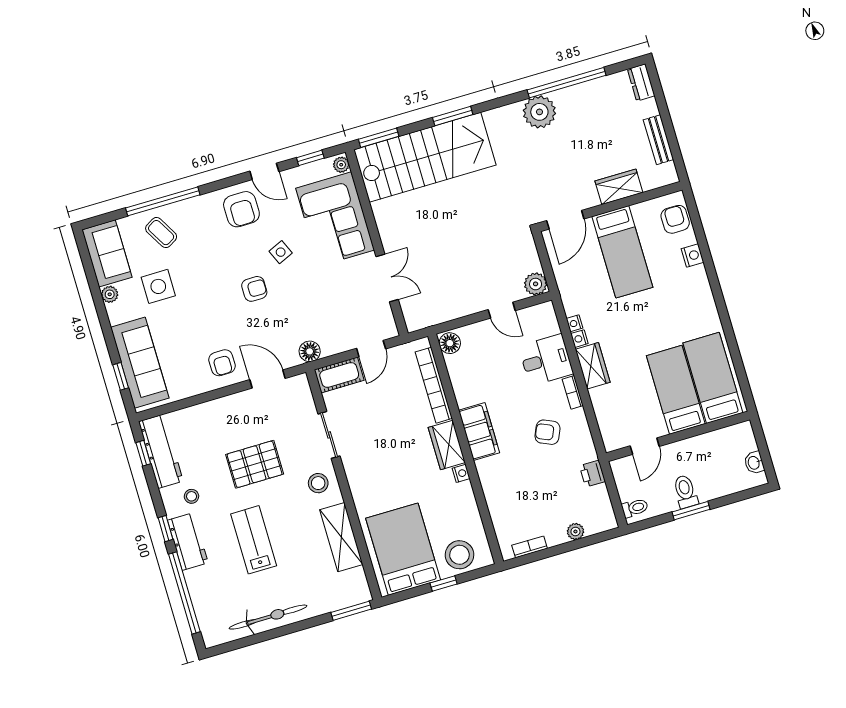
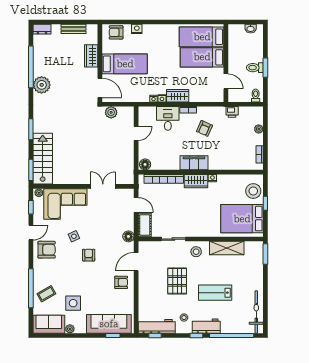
stairs: (425, 157) -> (43, 159), width x0.73, depth x0.66
plant: (536, 284) -> (111, 112), moved
bicycle: (268, 617) -> (256, 312), moved

